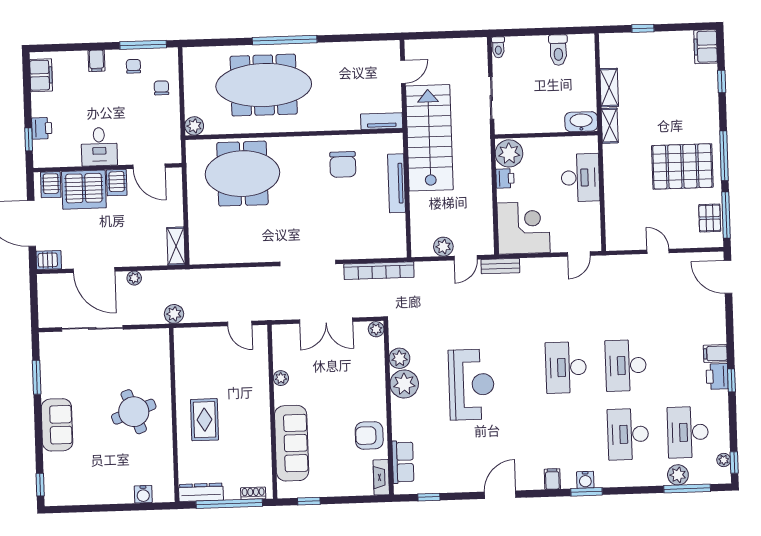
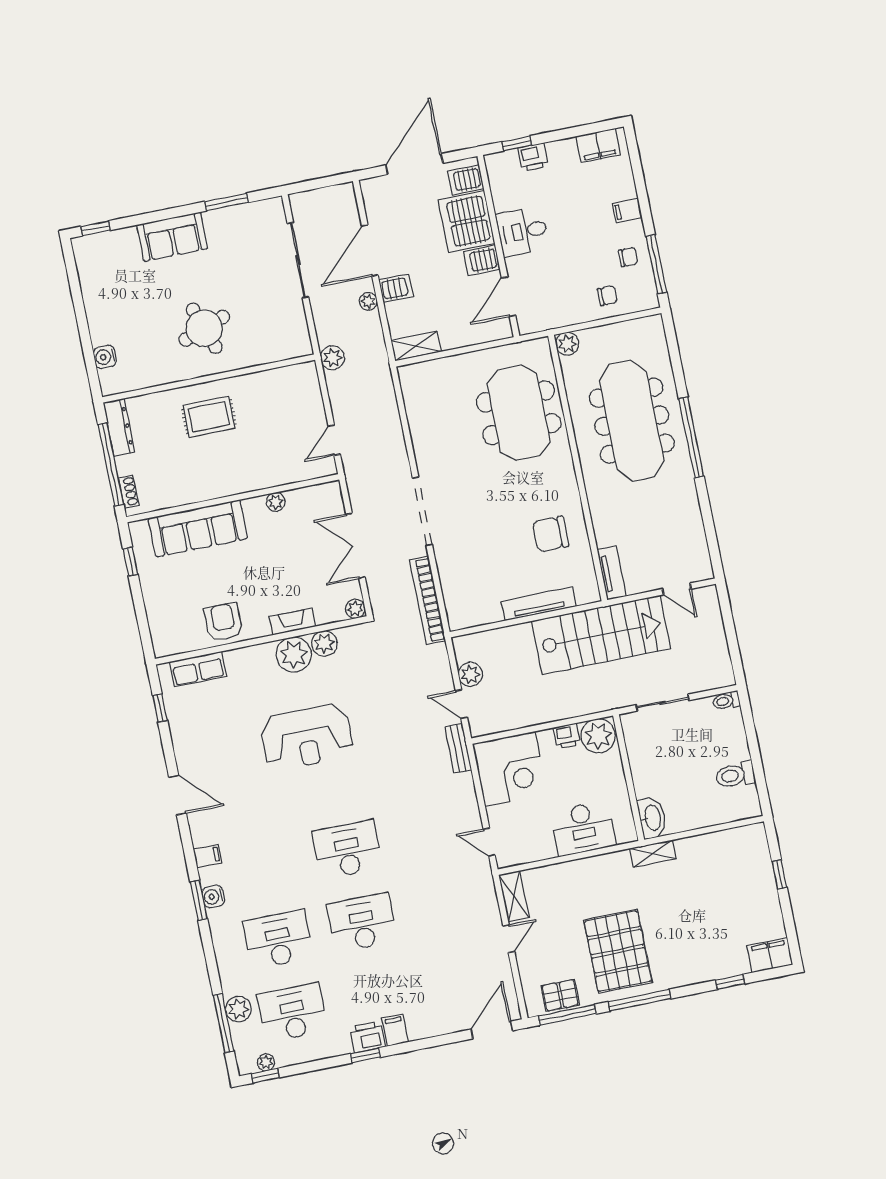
shelving: (609, 88) -> (514, 896), moved, turned 90
server rack: (49, 260) -> (396, 288), moved, turned -90
fireplace: (381, 477) -> (292, 622), moved

